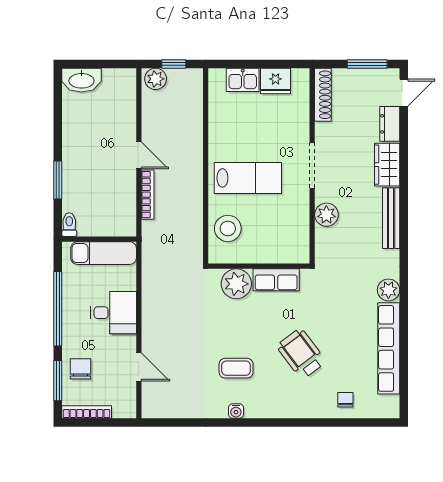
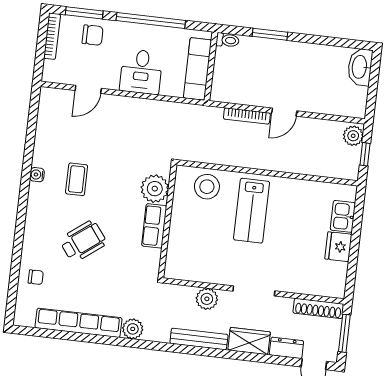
shoe rack: (323, 95) -> (318, 308), moved
doorway: (312, 166) -> (254, 291), moved
wall: (312, 166) -> (254, 291), moved
plant: (326, 215) -> (207, 299), moved

